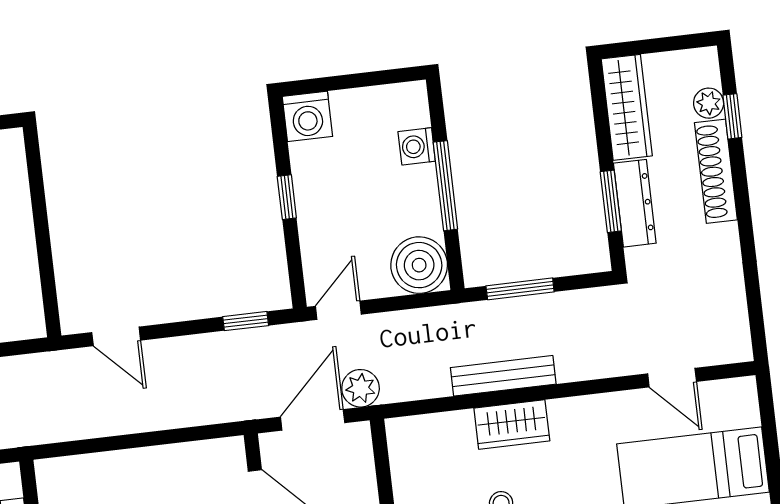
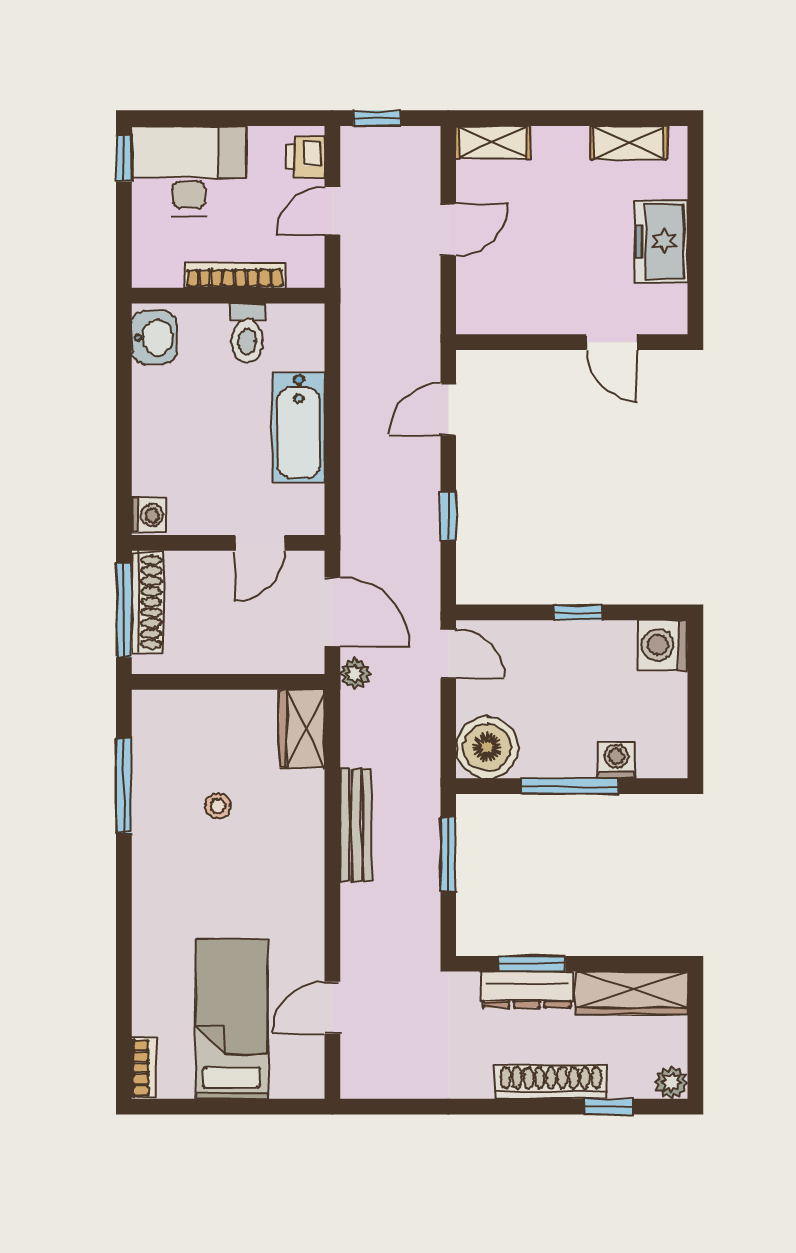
plant: (709, 103) -> (671, 1083), moved
door: (38, 195) -> (612, 342), added
window: (246, 321) -> (448, 516), moved
plant: (361, 388) -> (355, 674), width x0.73, depth x0.73
wardrobe: (512, 425) -> (302, 729), moved
bathtub: (148, 470) -> (299, 427), added

